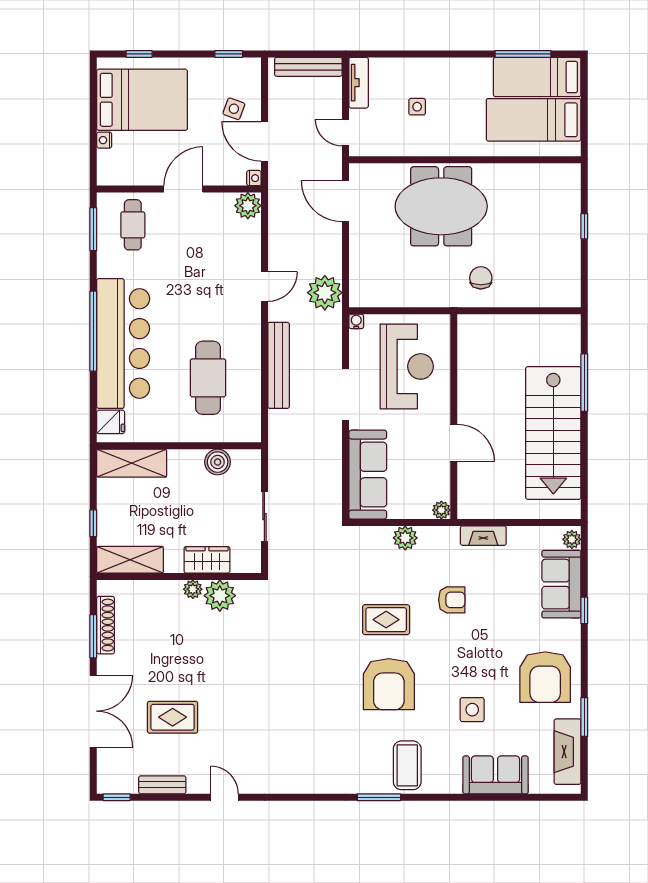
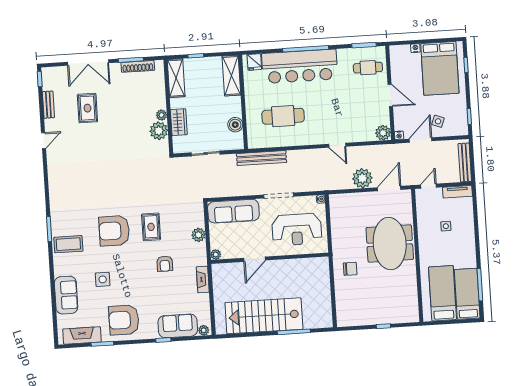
plant: (325, 293) -> (362, 178), moved
bench: (279, 365) -> (261, 158), moved

